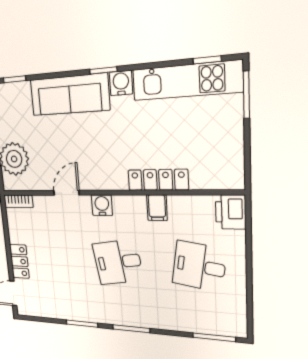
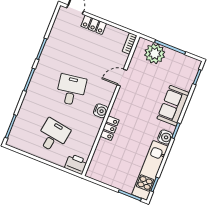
sofa: (69, 95) -> (173, 106), width x0.73
locker: (158, 180) -> (110, 128), width x0.66
door: (66, 193) -> (122, 78), swing flipped
water cooler: (102, 205) -> (101, 111), moved
filing cabinet: (157, 208) -> (93, 127), removed

